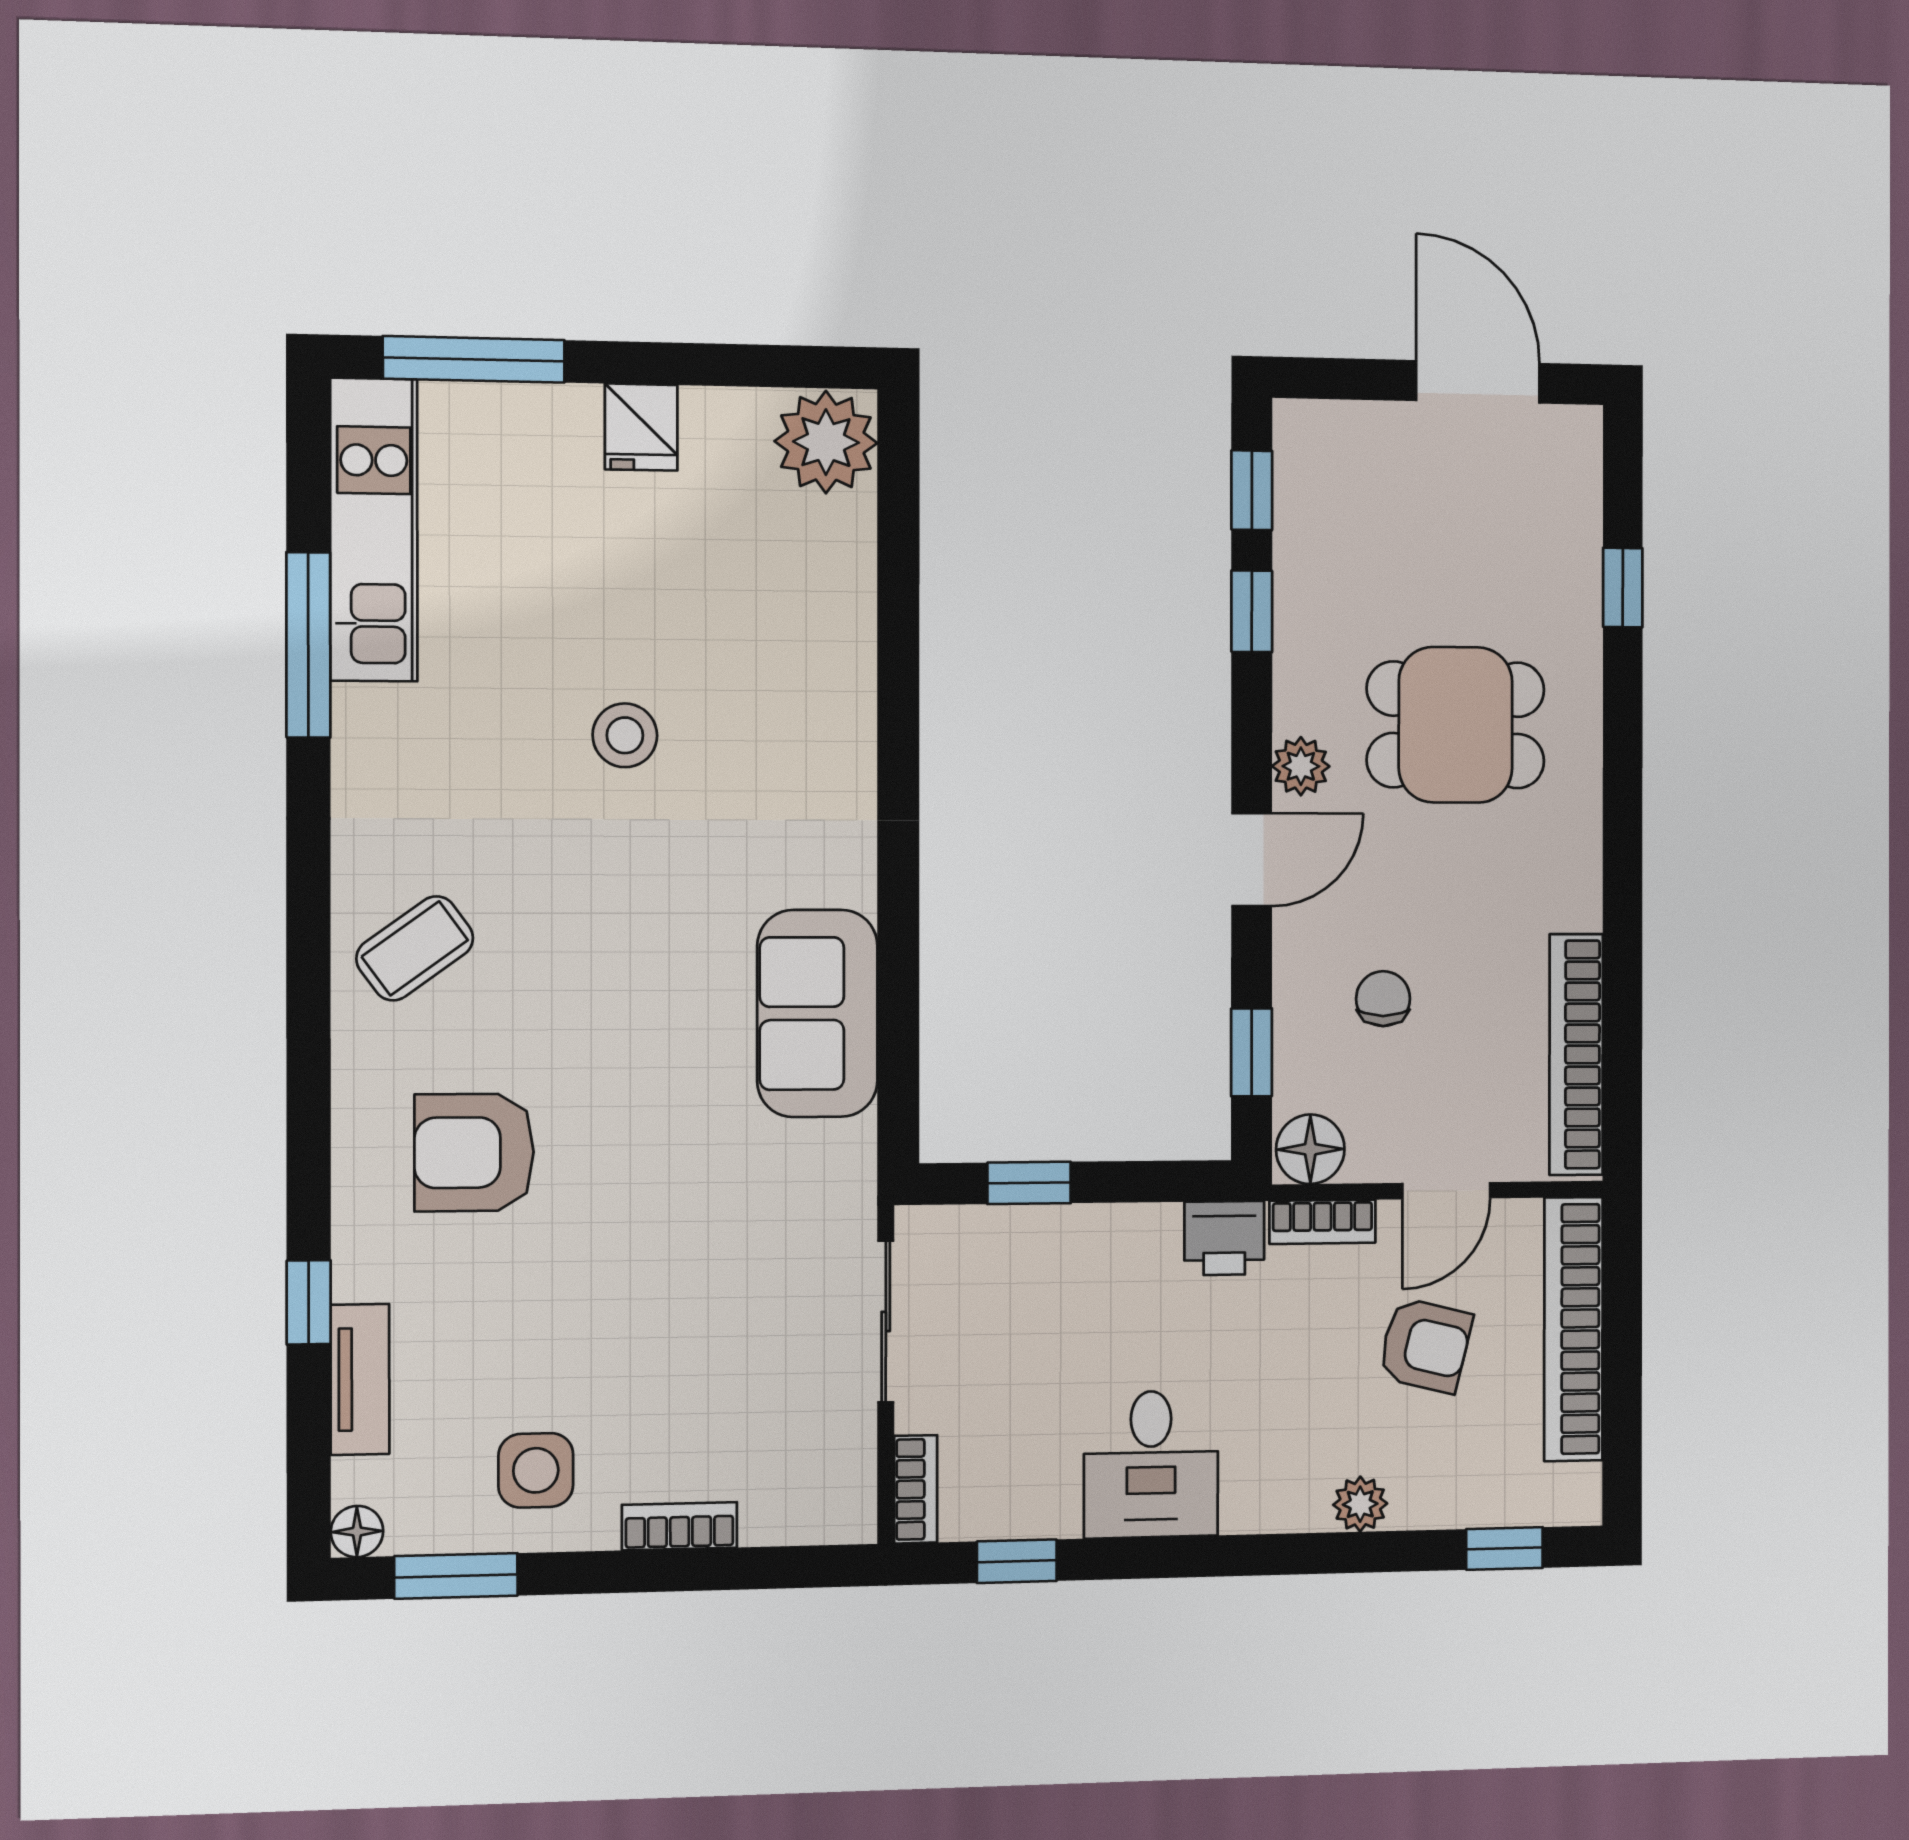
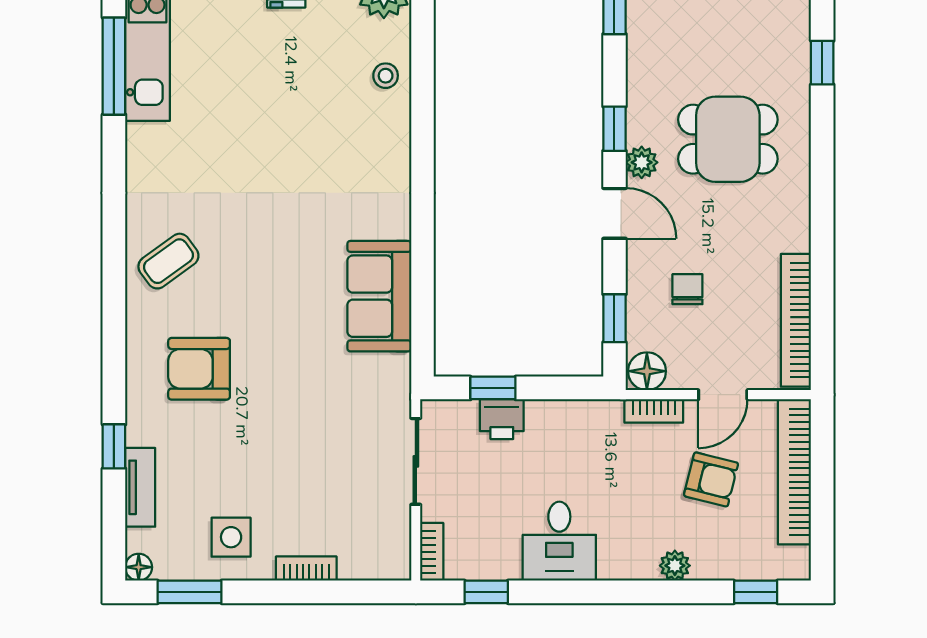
window: (1252, 611) -> (614, 129), moved
window: (308, 645) -> (114, 66), moved
stool: (625, 735) -> (386, 76), moved, width x0.73, depth x0.73
door: (1252, 860) -> (614, 213), hinge flipped
printer: (1224, 1238) -> (502, 419), moved

